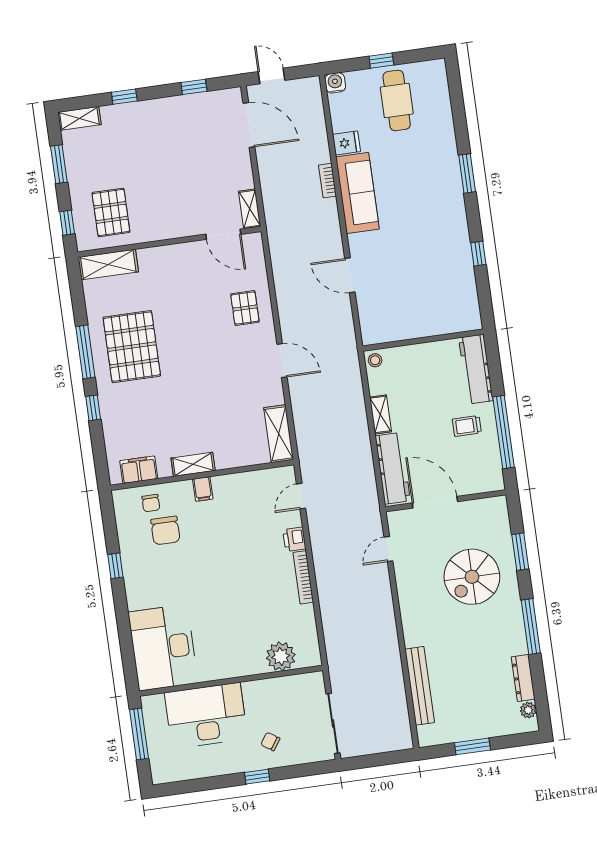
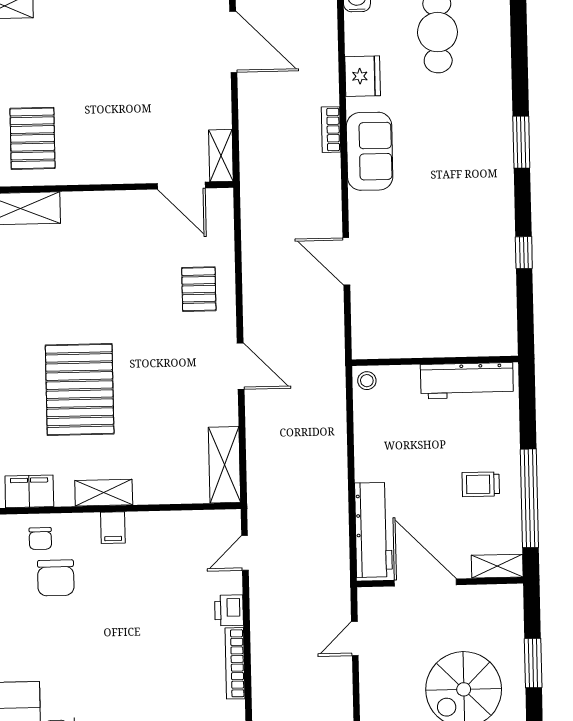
fridge: (347, 143) -> (363, 76), width x1.38
sofa: (357, 193) -> (370, 151), width x0.73
pallet: (132, 347) -> (80, 390), moved
workbench: (476, 369) -> (467, 381), moved, turned -90
shelving: (380, 414) -> (497, 566), moved, turned 90

